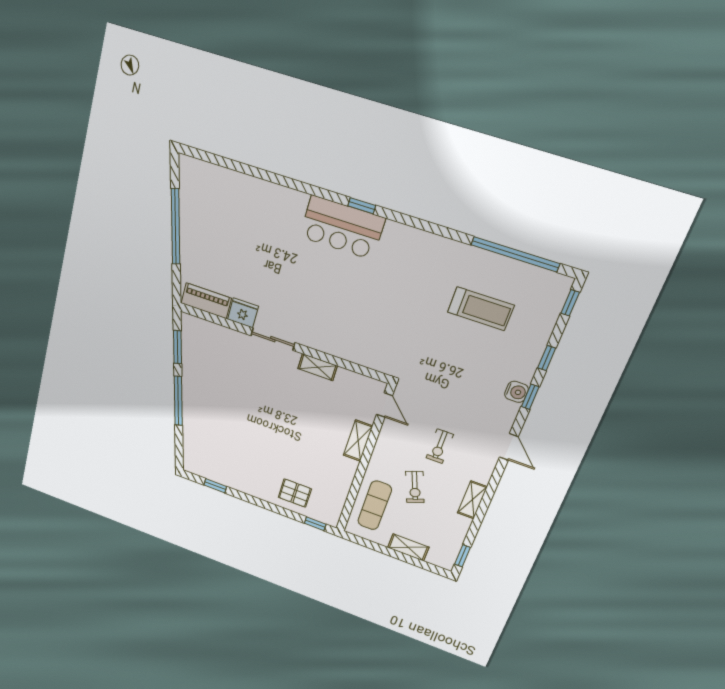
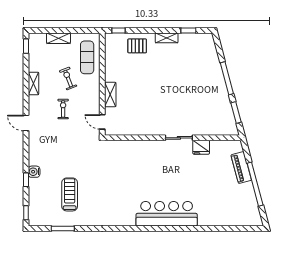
window: (362, 206) -> (151, 229), removed
bar counter: (342, 227) -> (167, 214), width x1.36
window: (515, 254) -> (63, 229), width x0.47
piano: (206, 301) -> (241, 168), moved, turned 75
treadmill: (481, 309) -> (70, 194), turned 90
shelving: (318, 367) -> (167, 38), moved
water cooler: (516, 392) -> (34, 172), moved
window: (530, 397) -> (26, 156), removed

